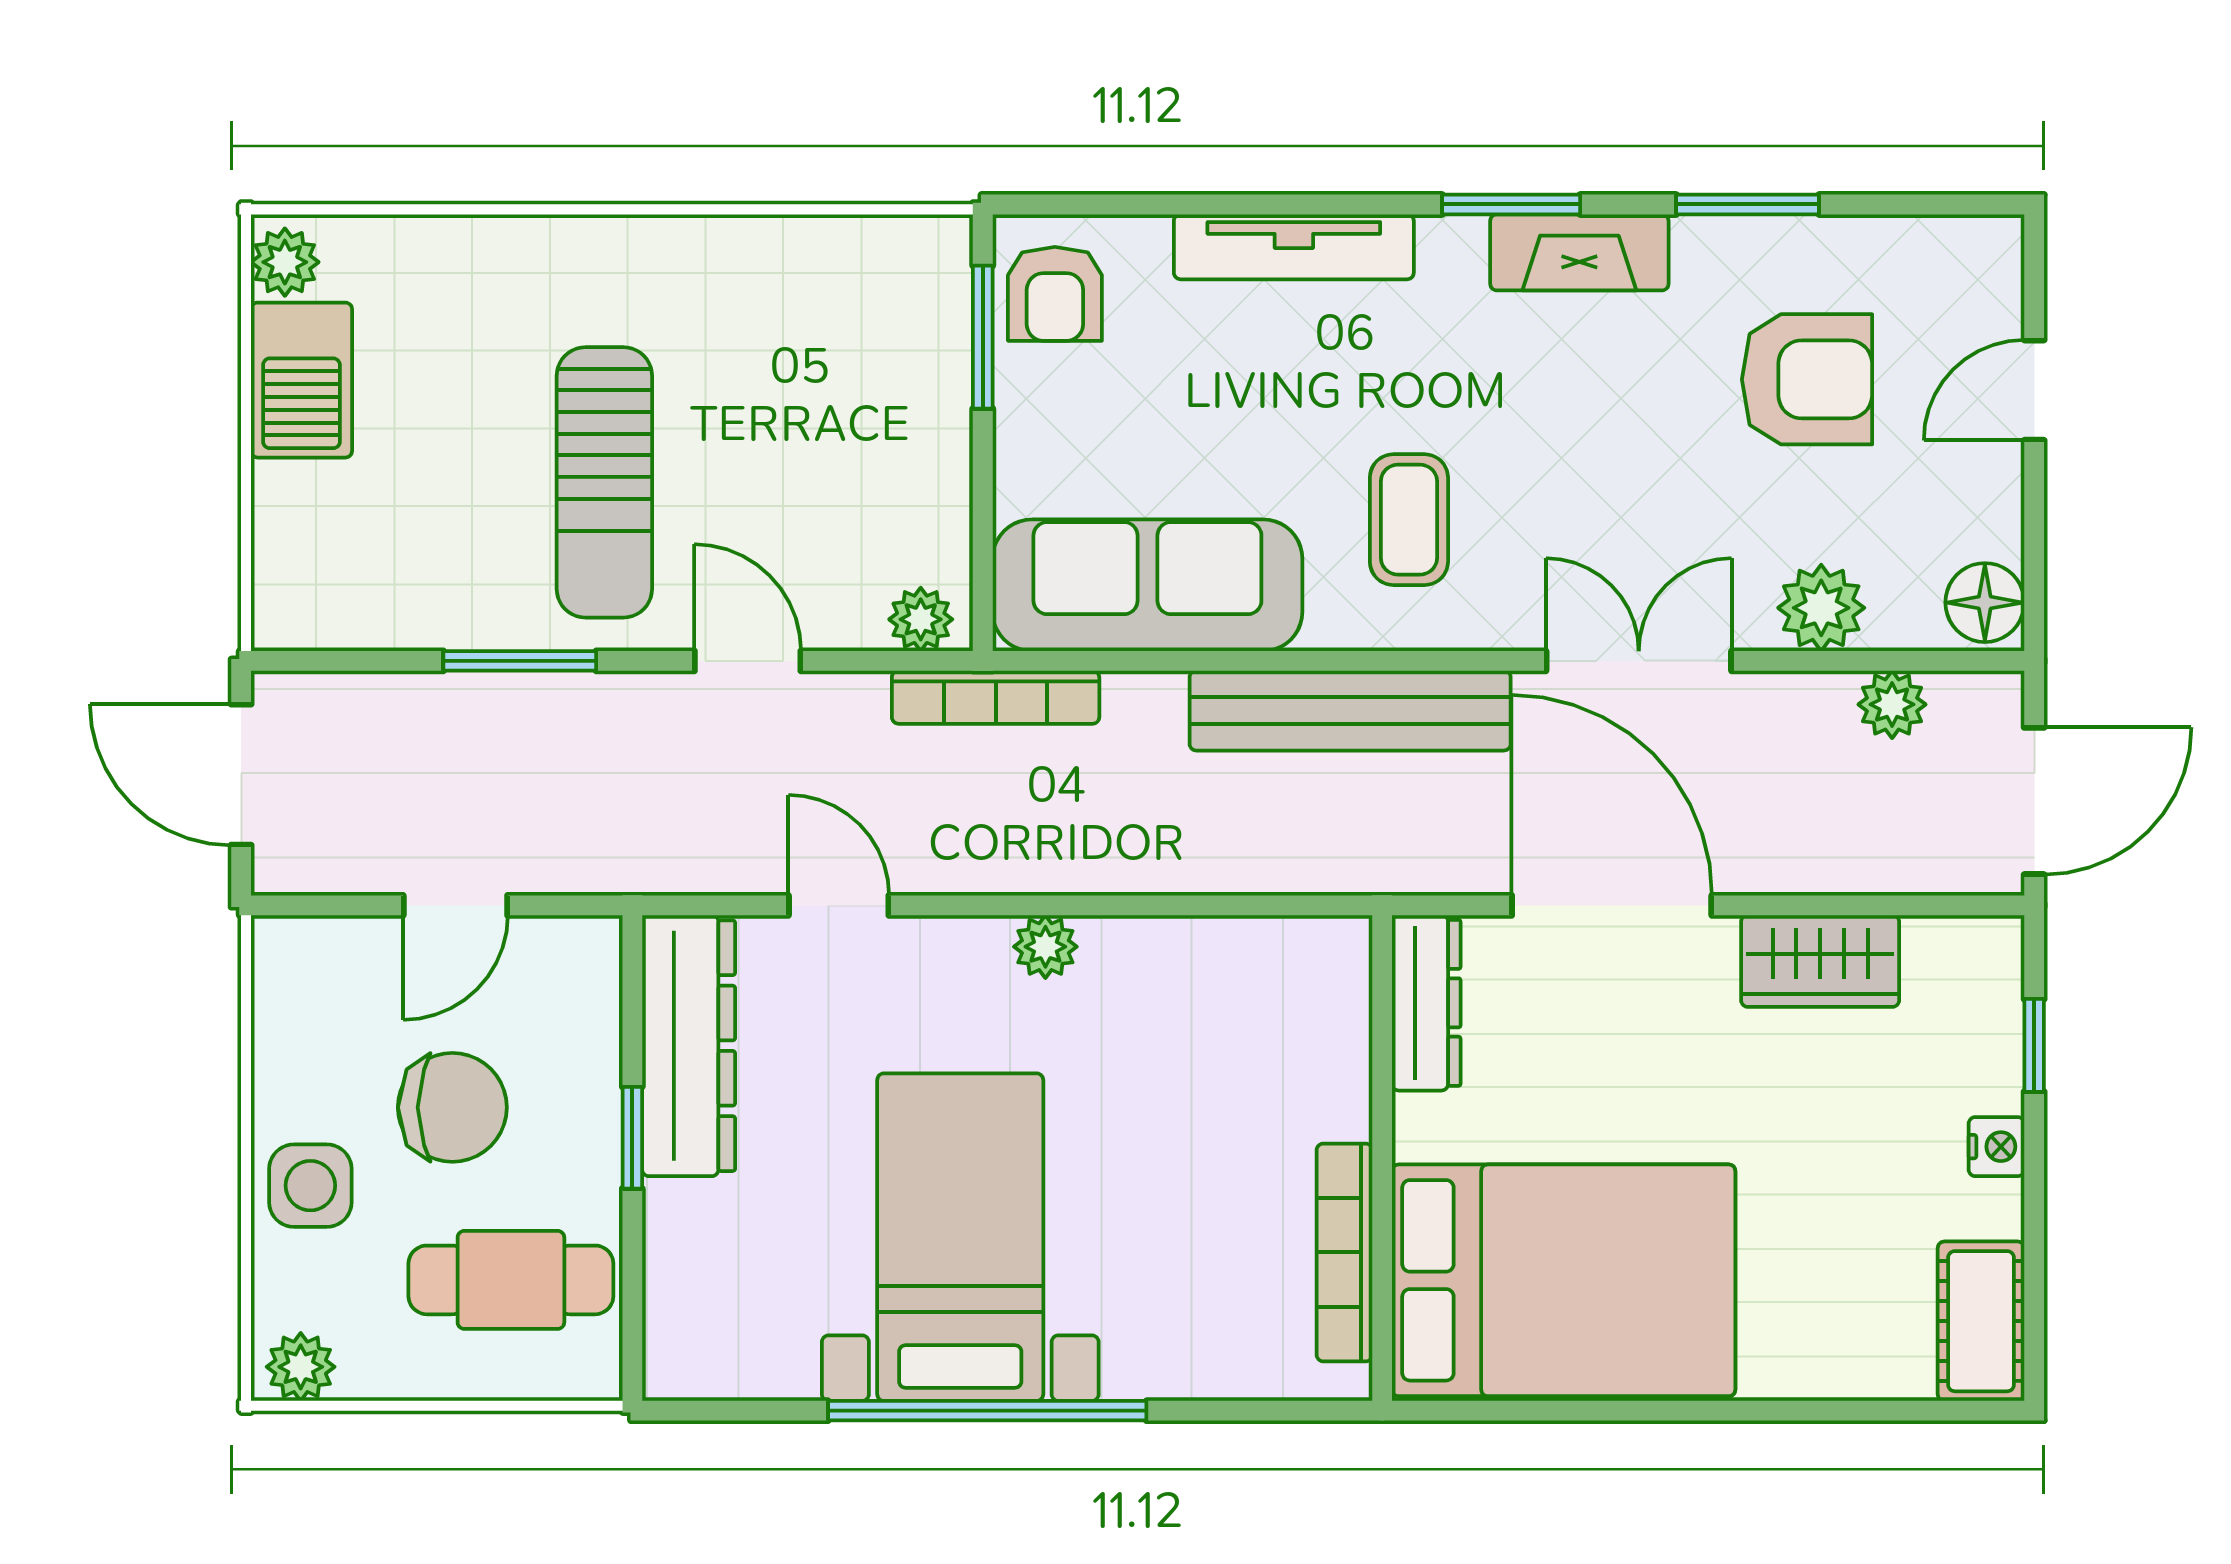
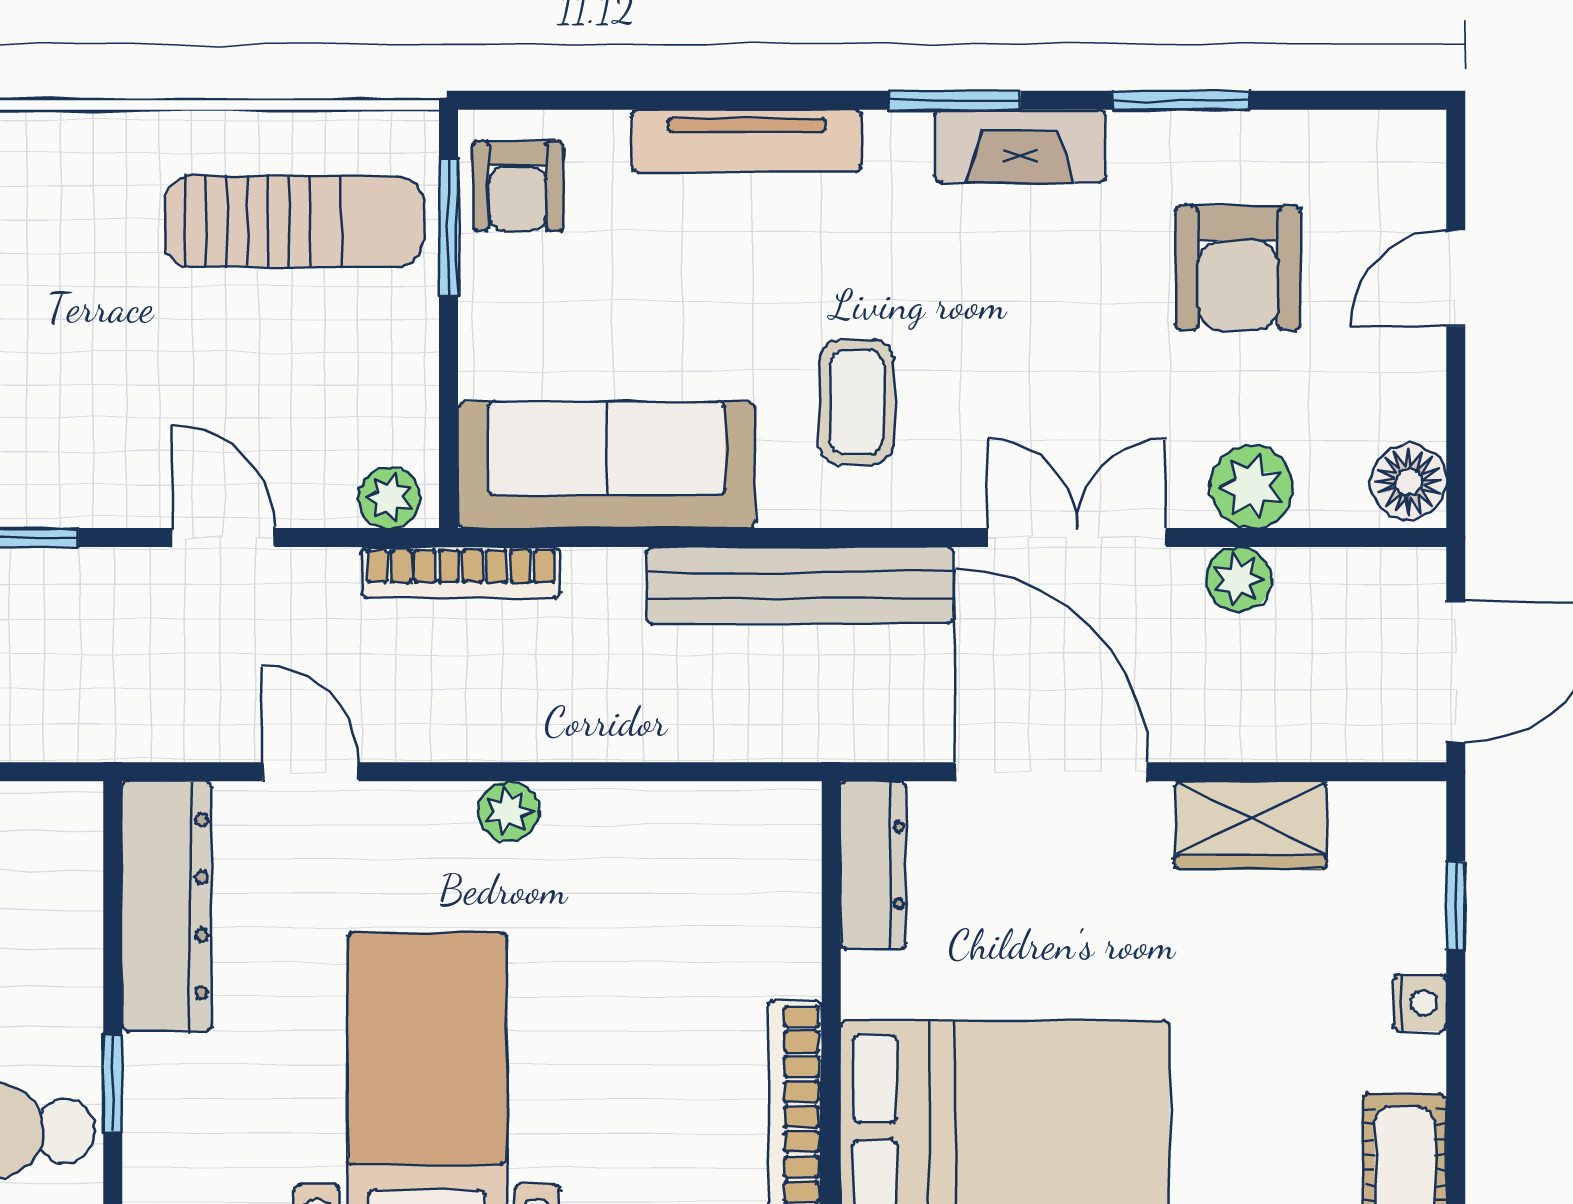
armchair: (1807, 379) -> (1238, 268), turned 90
sun lounger: (604, 482) -> (294, 221), moved, turned -90
plant: (1892, 704) -> (1239, 579), moved
window: (632, 1138) -> (113, 1083), moved

